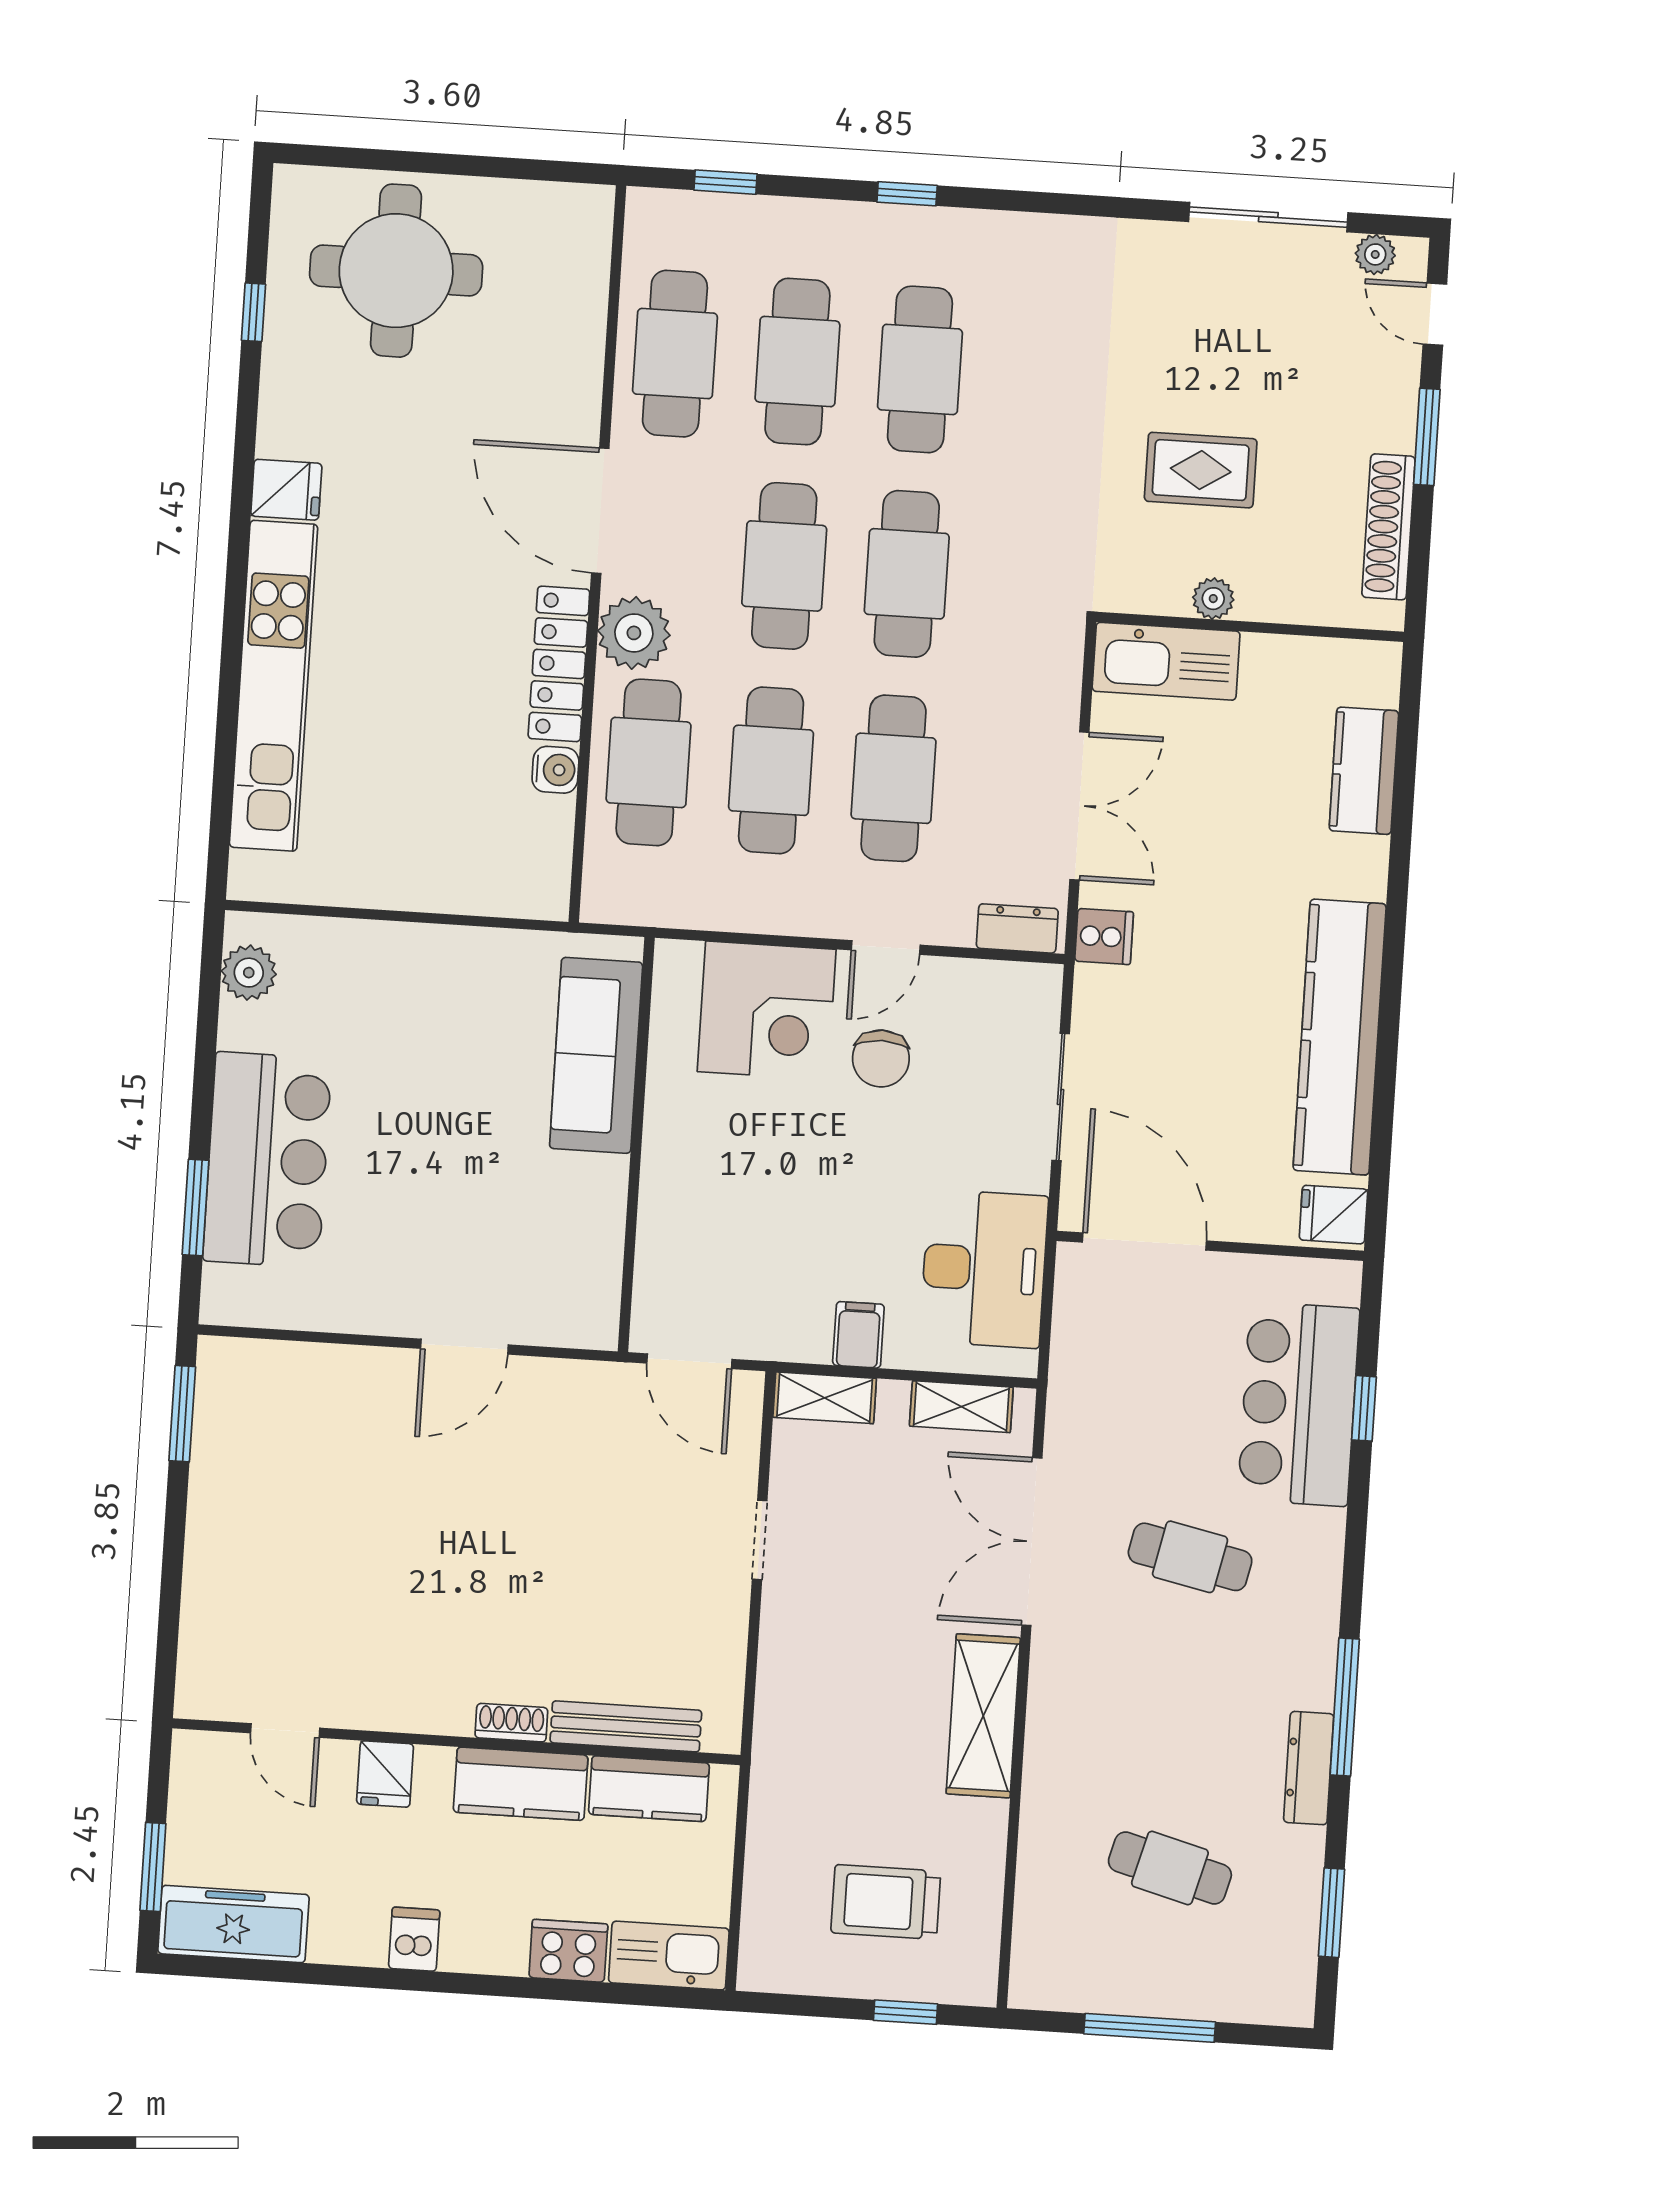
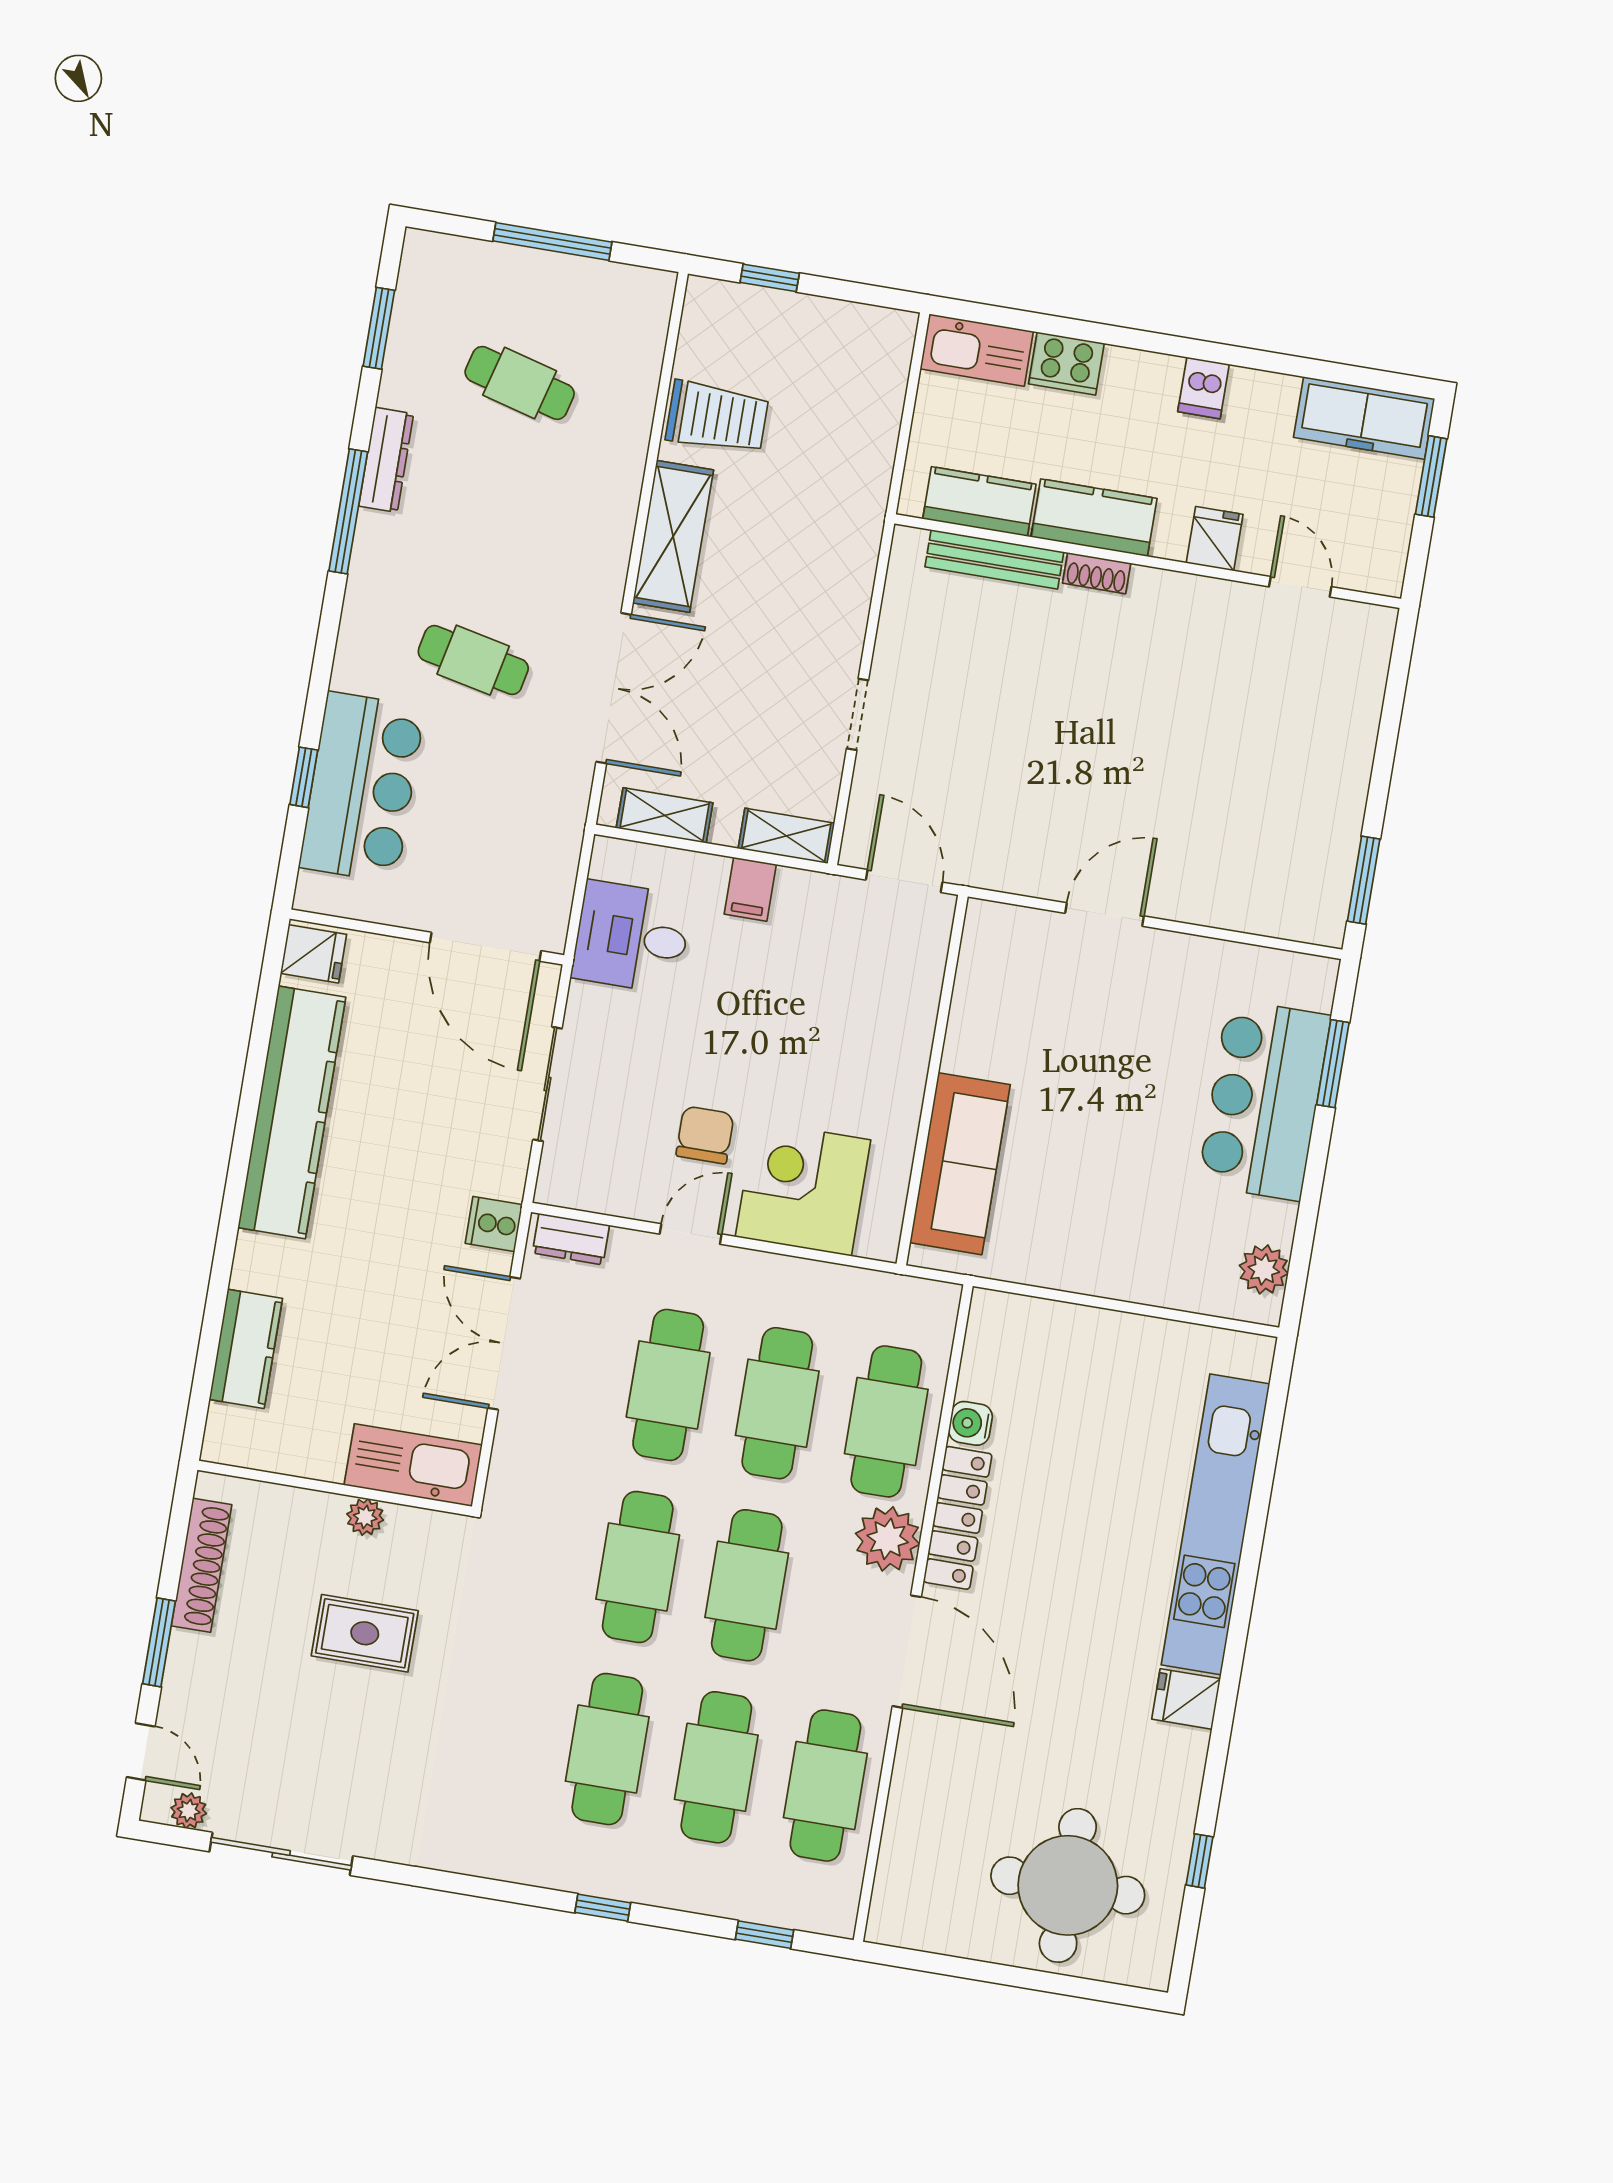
desk: (984, 1269) -> (632, 937), width x0.73
trolley: (886, 1902) -> (717, 417), moved

